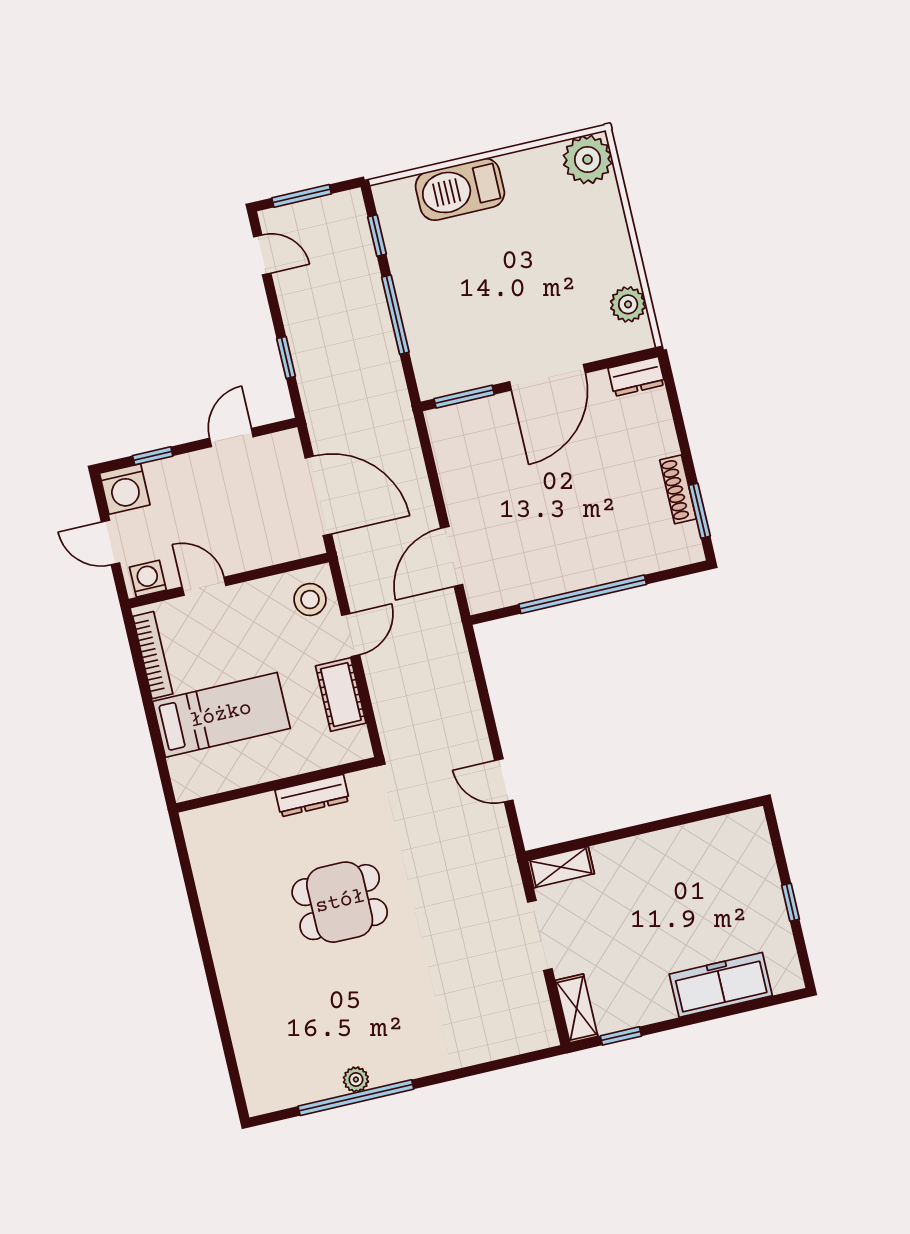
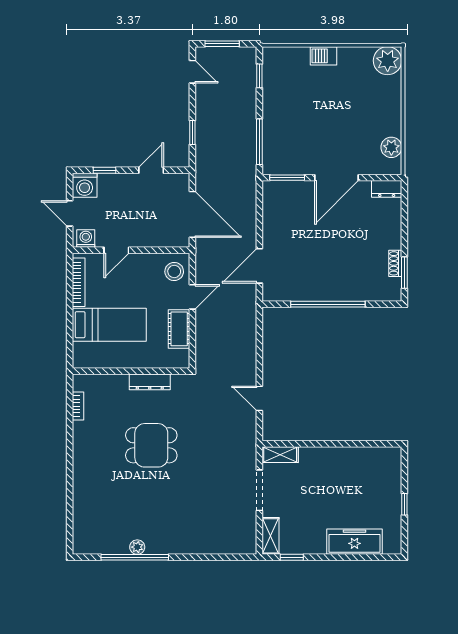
barbecue: (460, 189) -> (324, 56), width x0.53, depth x0.65
window: (395, 315) -> (259, 142), moved
shoe rack: (678, 489) -> (395, 263), width x0.70
door: (204, 586) -> (116, 250), swing flipped
bookcase: (200, 864) -> (78, 406), added

